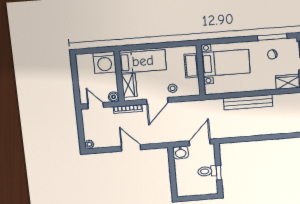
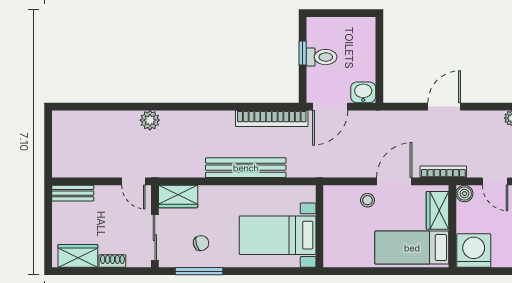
cot: (191, 66) -> (334, 235), removed
bookcase: (234, 133) -> (272, 119), added
door: (131, 148) -> (444, 107), swing flipped

